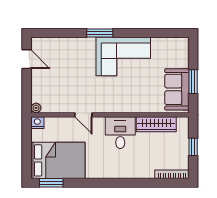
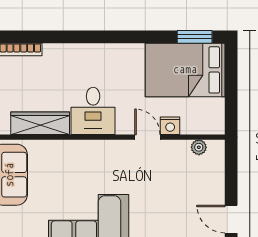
plant: (36, 108) -> (199, 147), moved
nightstand: (37, 123) -> (170, 126), moved

